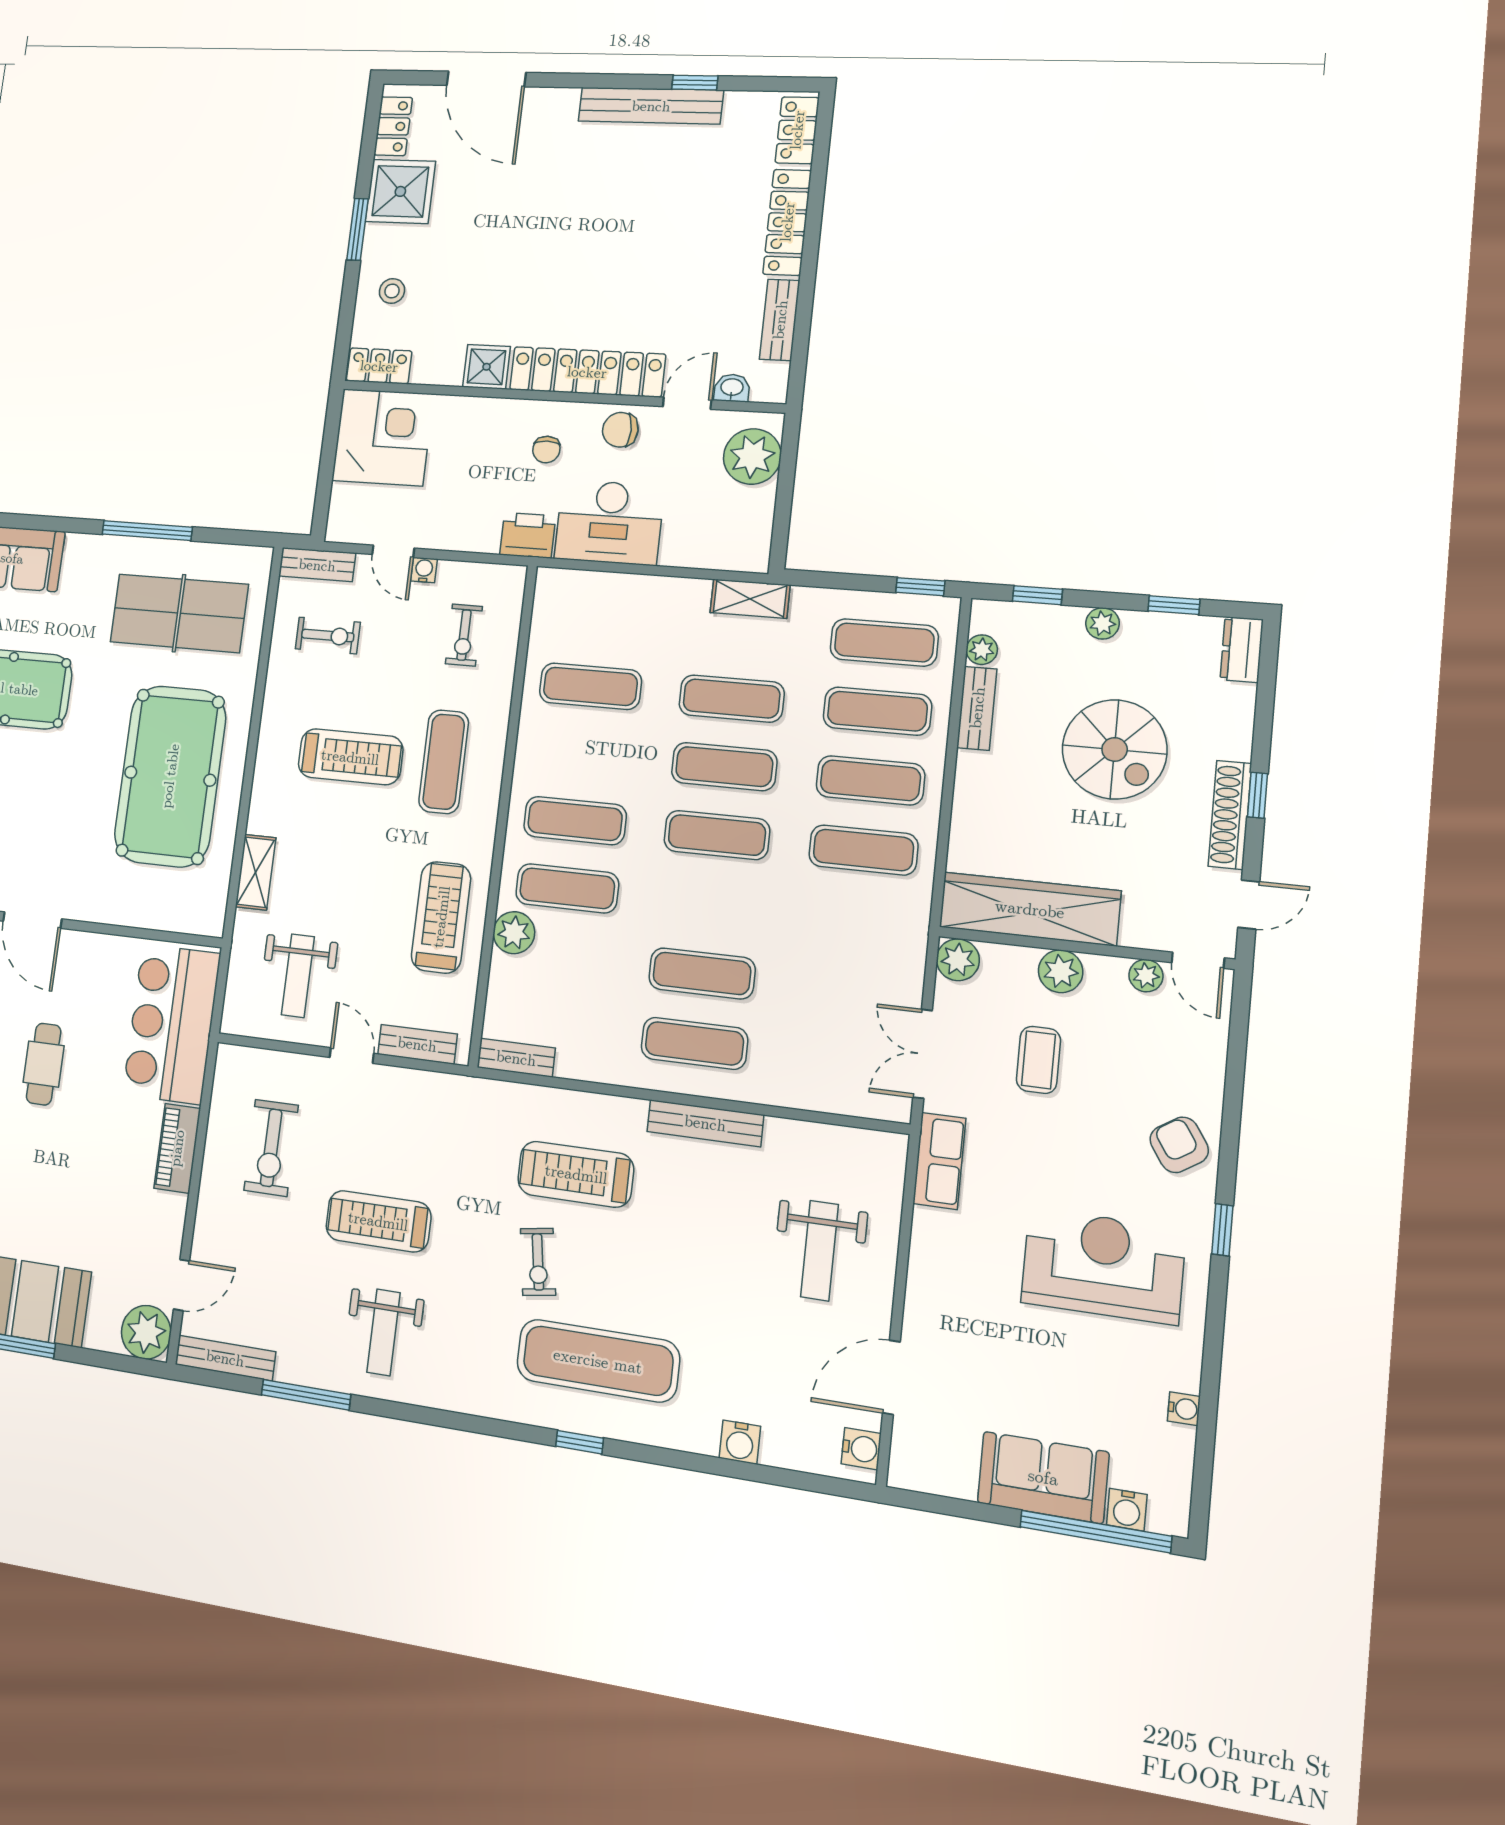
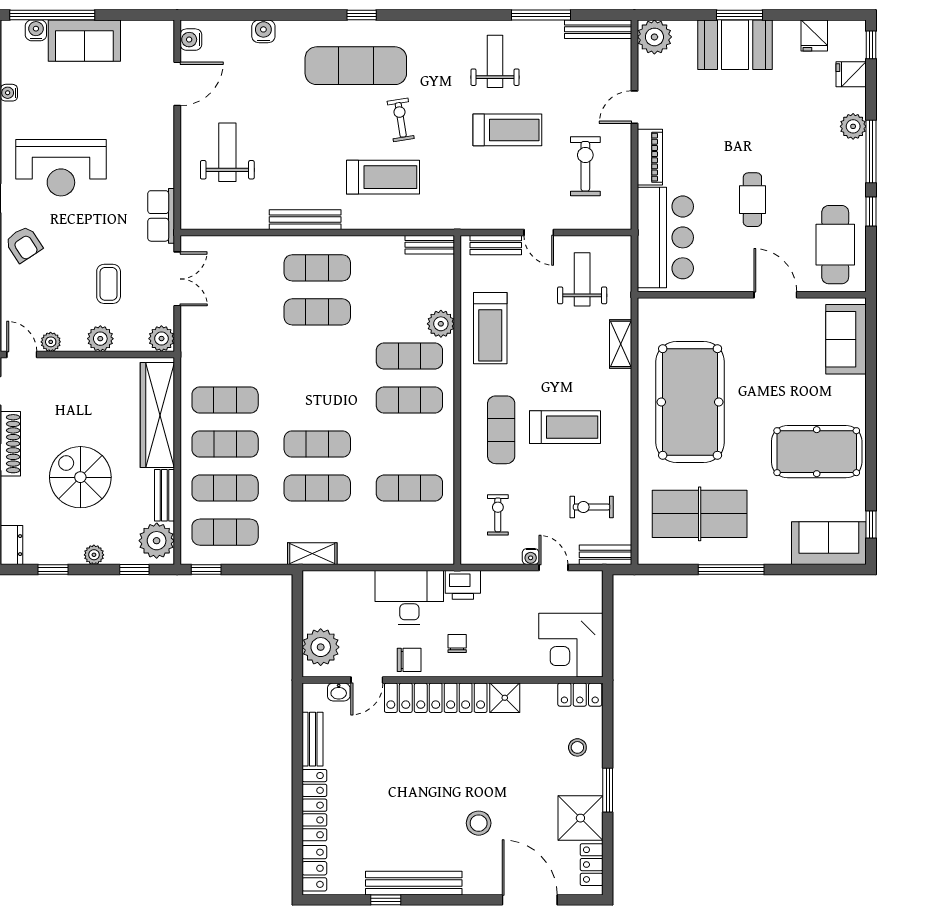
stool: (546, 189) -> (479, 823), added
plant: (982, 650) -> (157, 541), width x1.87, depth x1.87
treadmill: (350, 757) -> (565, 427), turned 180
exercise mat: (717, 835) -> (317, 400), removed
wardrobe: (1030, 909) -> (157, 415), moved, turned 90
door: (182, 1285) -> (634, 107), moved

